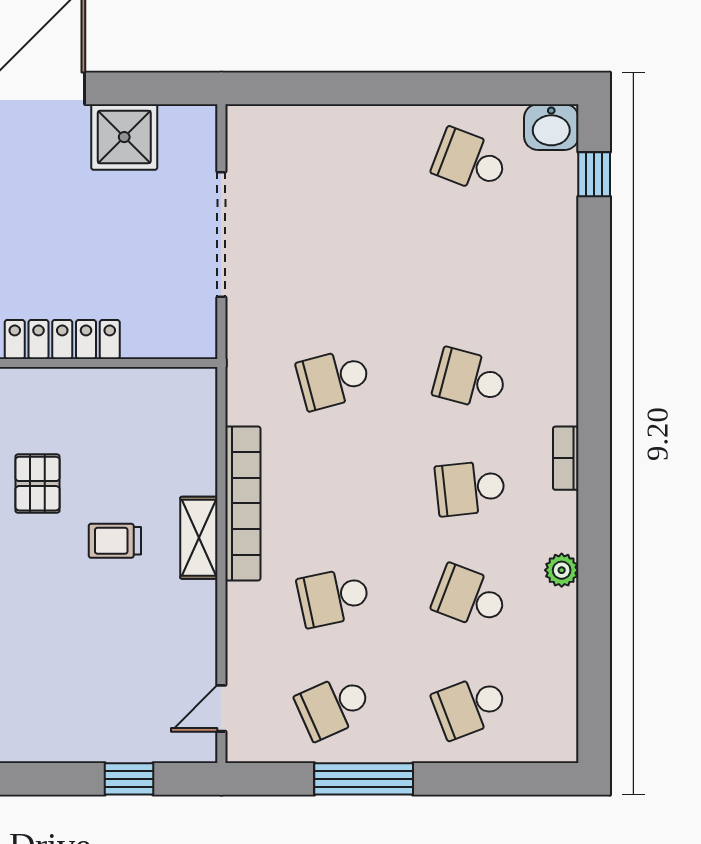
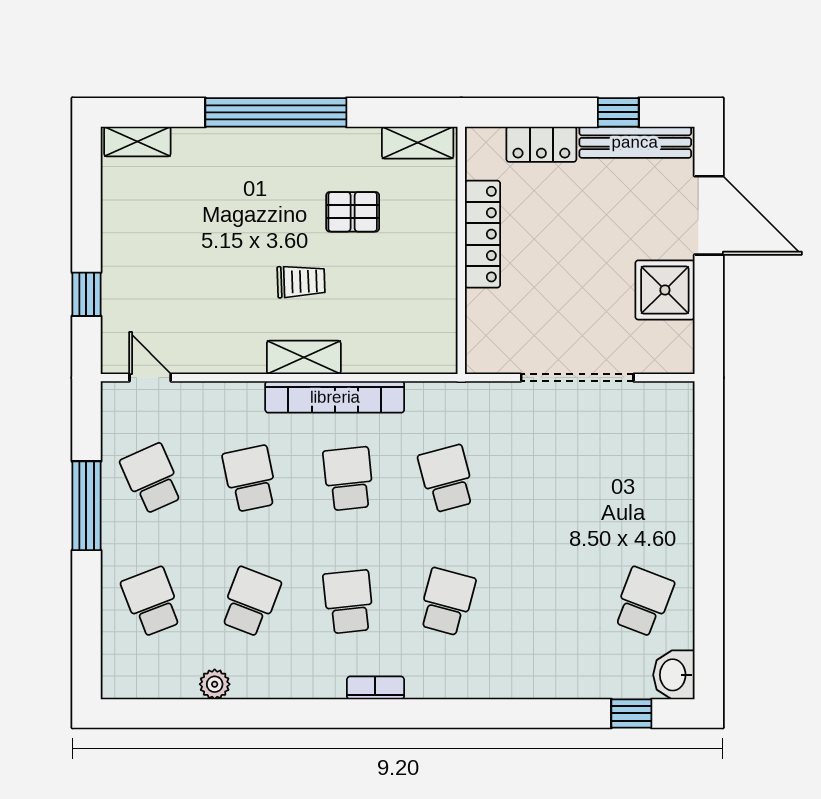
school desk: (334, 488) -> (348, 479), added
trolley: (115, 541) -> (301, 282), turned 88
plant: (562, 570) -> (215, 684), moved

